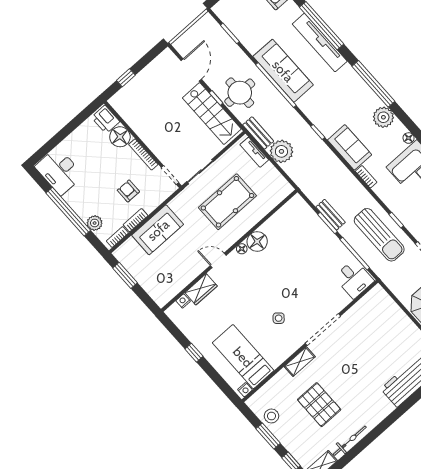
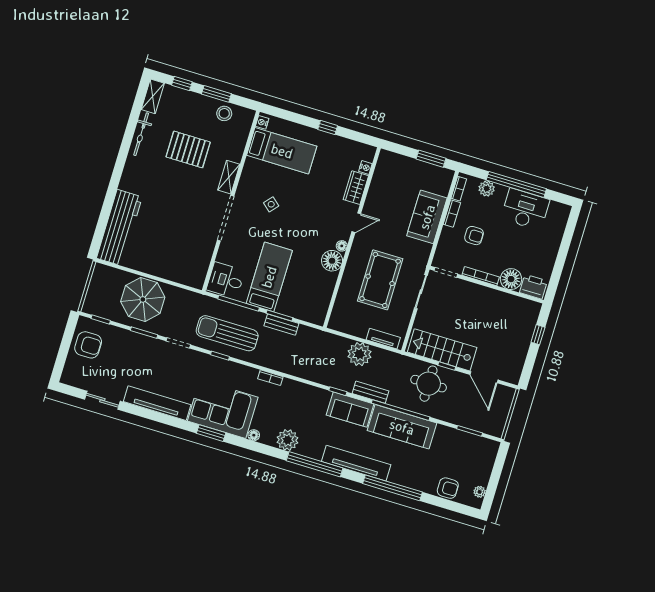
tv unit: (320, 43) -> (356, 463), moved
bench: (258, 133) -> (371, 392), moved
sofa: (350, 147) -> (350, 410), moved
desk: (59, 171) -> (525, 209), moved
bed: (317, 260) -> (269, 277), added

